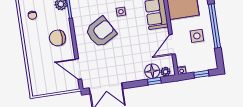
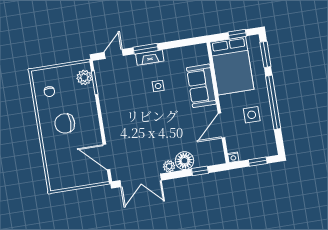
armchair: (101, 32) -> (134, 111), removed
chair: (57, 38) -> (65, 123), moved
floor lamp: (152, 71) -> (184, 161), moved
plant: (165, 72) -> (169, 166), moved

